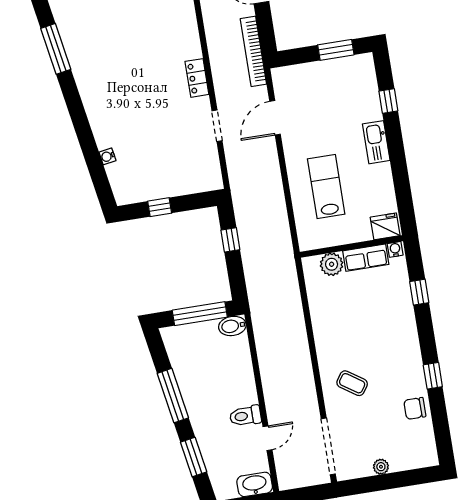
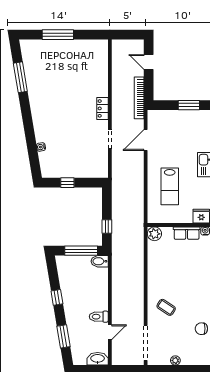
lab bench: (326, 187) -> (170, 186), turned 180
window: (230, 240) -> (107, 226), moved
plant: (332, 264) -> (154, 234), moved
window: (173, 396) -> (57, 297), width x0.46

